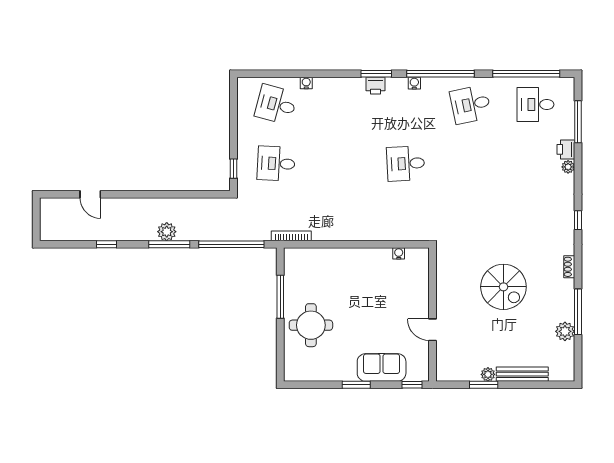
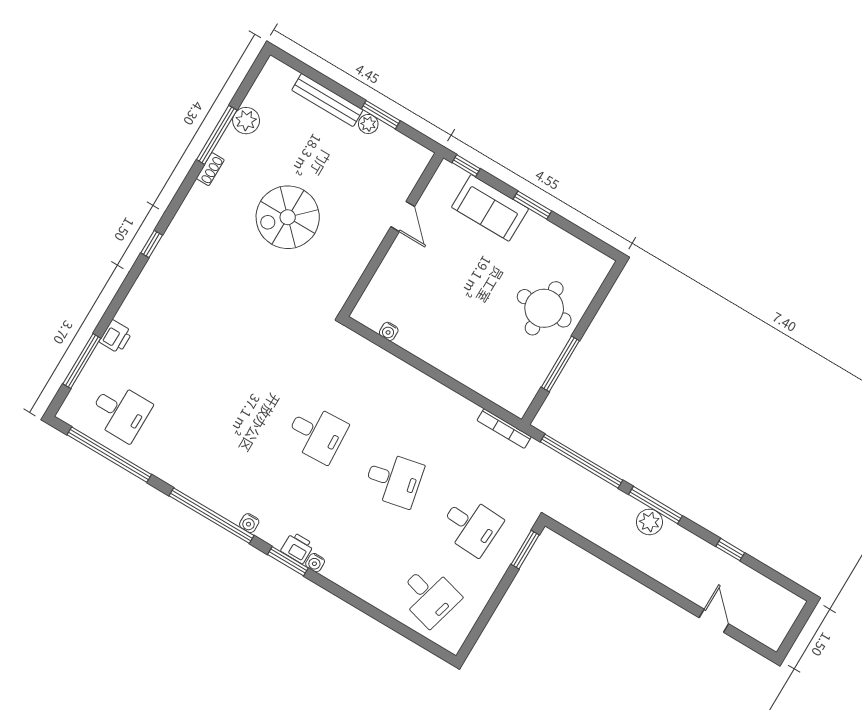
water cooler: (306, 83) -> (315, 563), moved
desk: (471, 104) -> (394, 479), moved
plant: (568, 167) -> (126, 314), removed
window: (234, 169) -> (525, 550), width x1.50
shoe rack: (569, 267) -> (210, 169), moved
spiral stairs: (503, 287) -> (288, 217), turned -90

